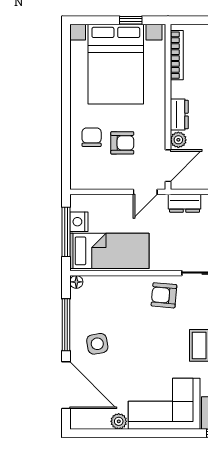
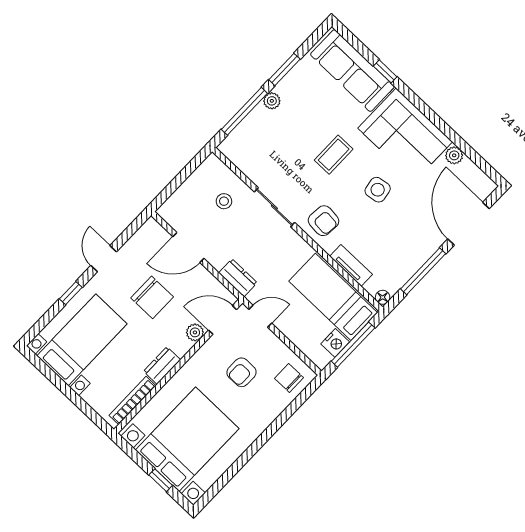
window: (131, 20) -> (161, 480), moved
dresser: (179, 115) -> (162, 366), moved
chair: (92, 137) -> (289, 378), moved, turned 90
armchair: (122, 143) -> (242, 372), turned -90
tv unit: (117, 283) -> (351, 265), added
side table: (97, 344) -> (378, 190), moved

